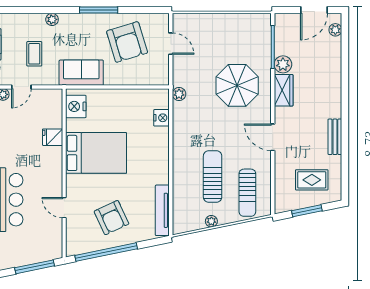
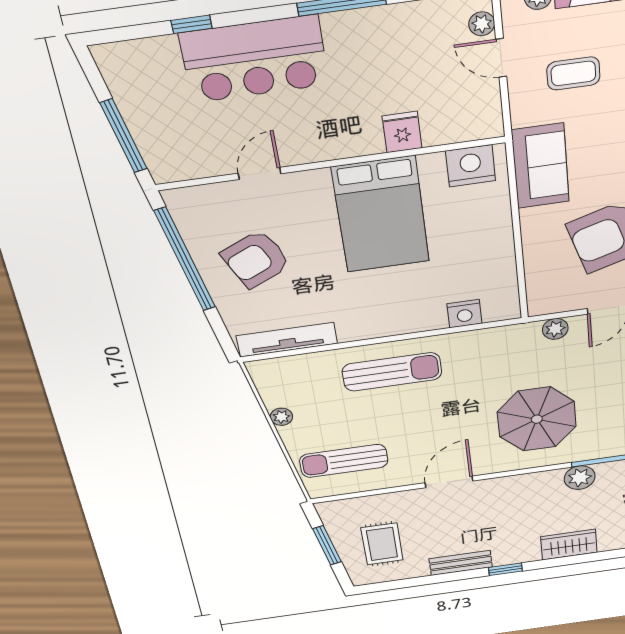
wardrobe: (284, 90) -> (569, 545), moved, turned 180
plant: (179, 94) -> (555, 329), moved
window: (345, 111) -> (505, 569), added
sun lounger: (213, 176) -> (392, 372), moved

